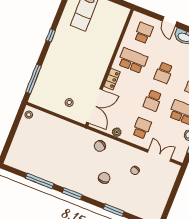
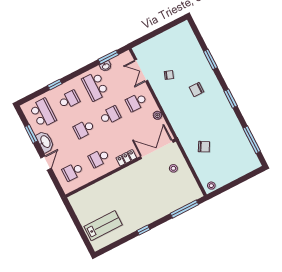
school desk: (133, 61) -> (99, 158), width x0.54
school desk: (164, 73) -> (84, 129), turned 180
chair: (100, 146) -> (204, 147), moved
window: (40, 181) -> (252, 140), moved

